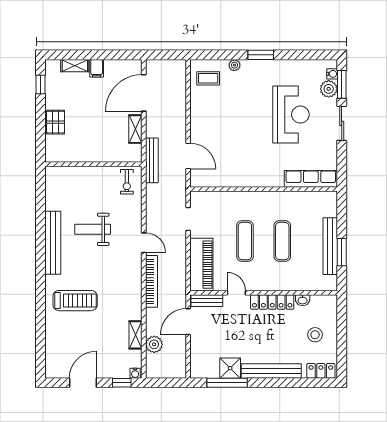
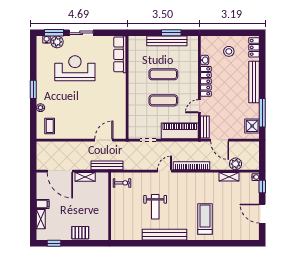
shower: (230, 368) -> (252, 126), moved

